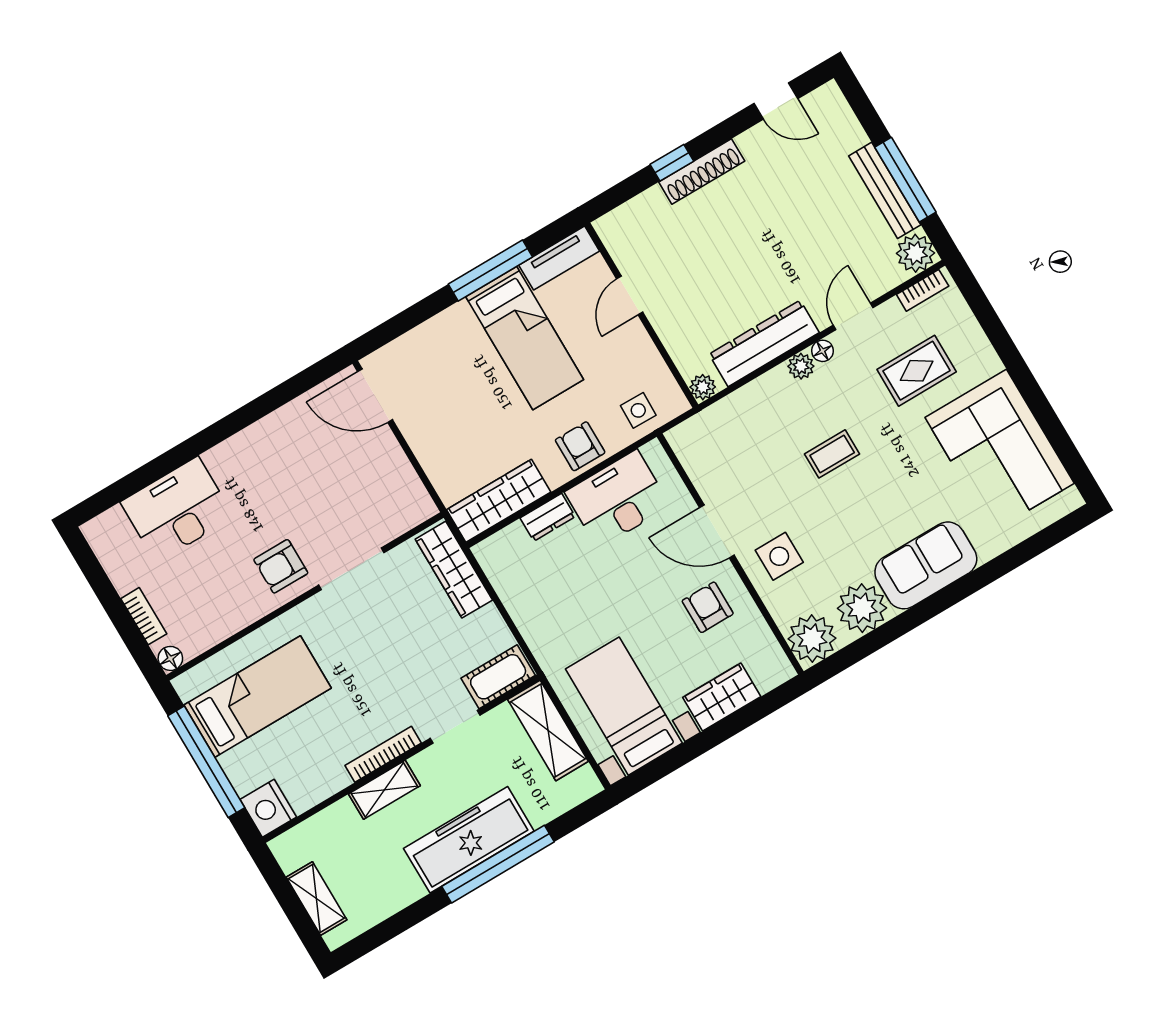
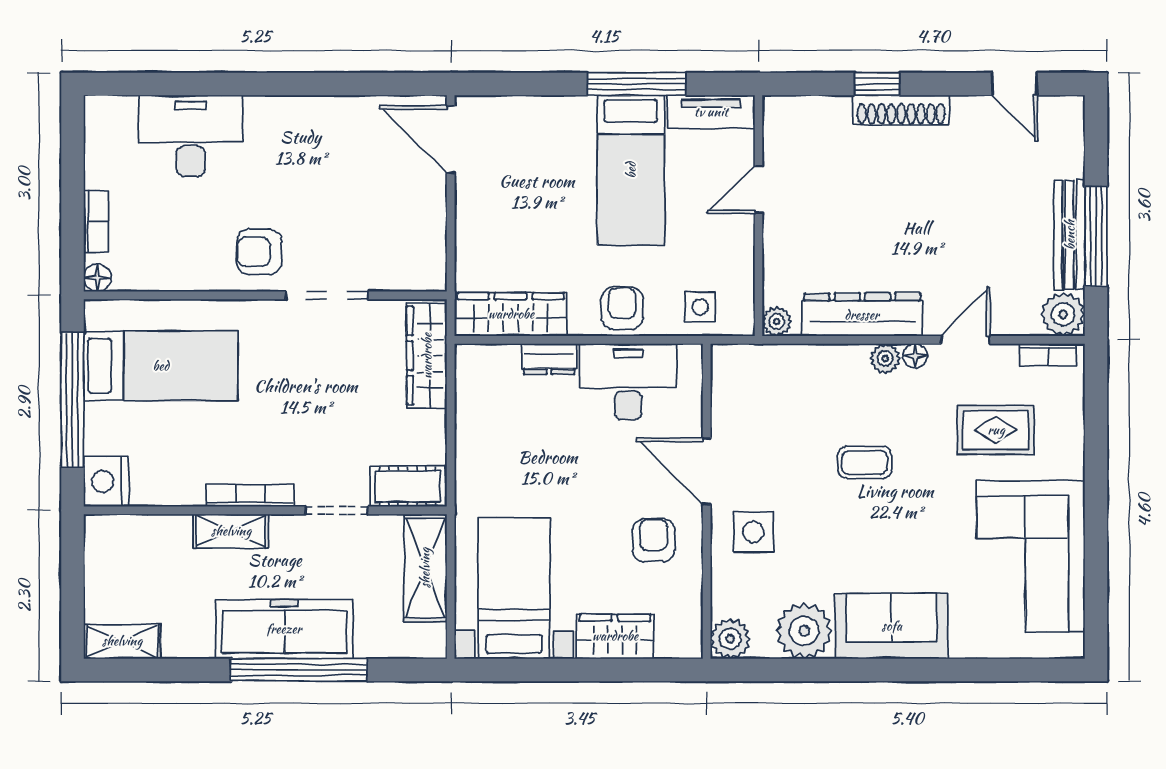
plant: (812, 639) -> (730, 639), width x0.73, depth x0.73
shelving: (316, 898) -> (122, 641), moved, turned 90

